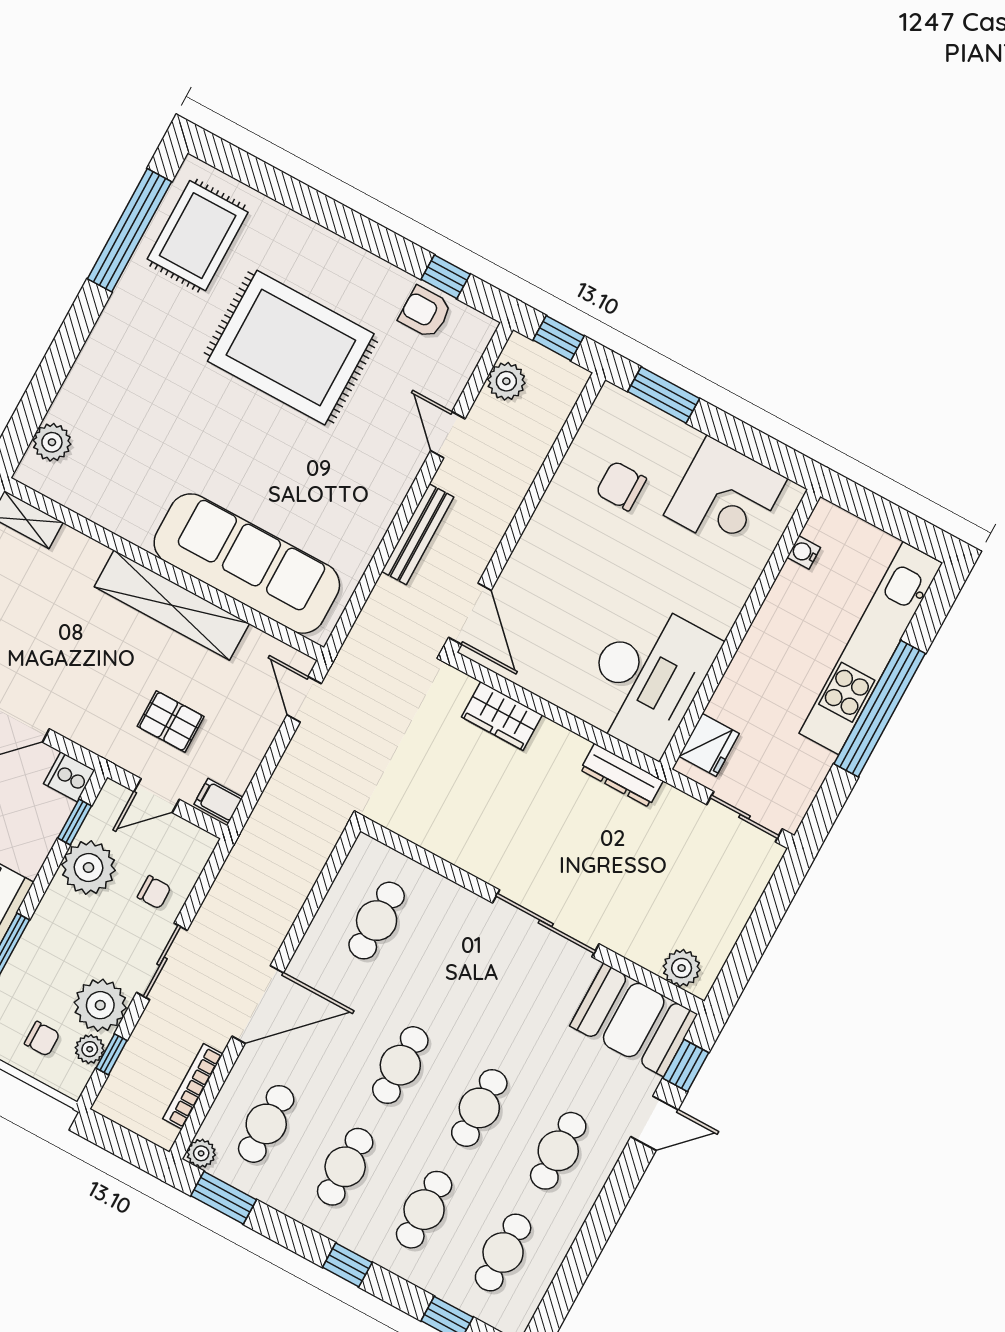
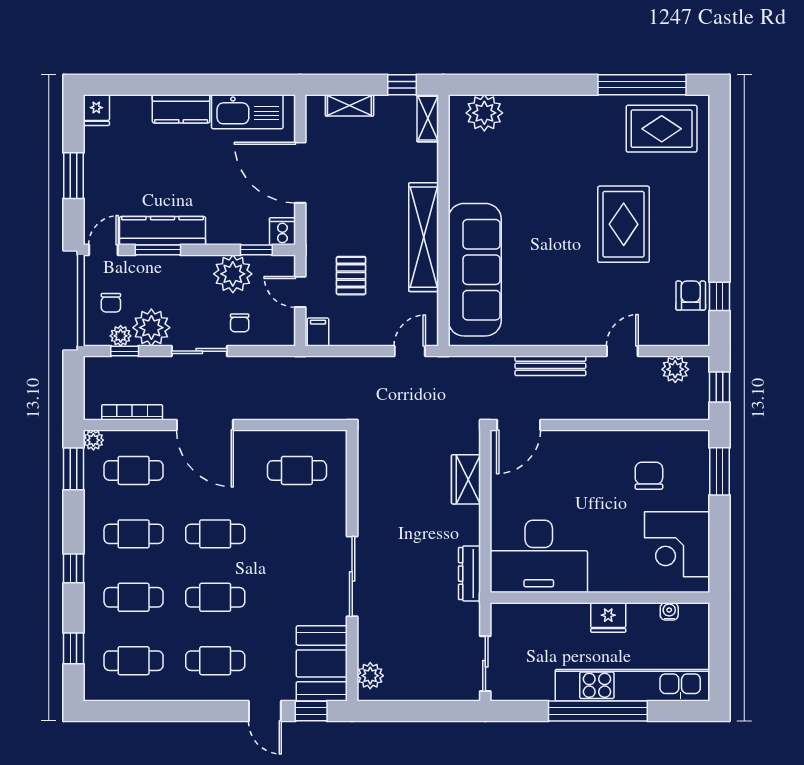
rug: (291, 348) -> (624, 224), width x0.73, depth x0.69
plant: (52, 442) -> (484, 113), width x1.36, depth x1.36
fridge: (709, 745) -> (608, 618), moved

